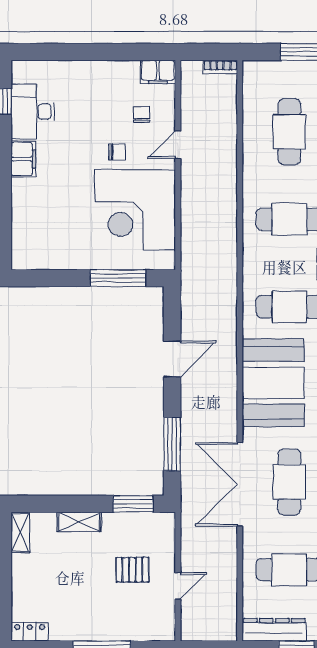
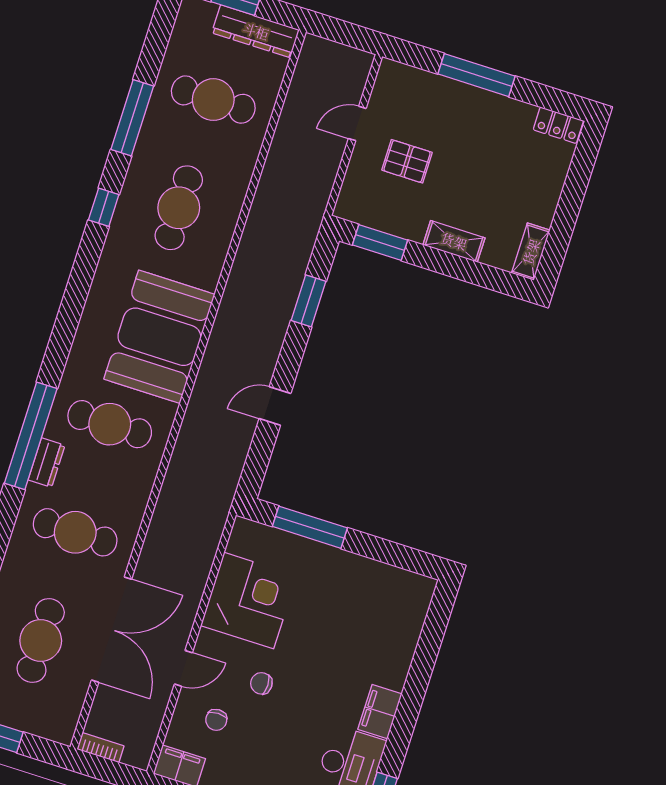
corner desk: (135, 210) -> (249, 601), width x0.74, depth x0.74
door: (172, 359) -> (275, 406), width x0.73
window: (172, 444) -> (309, 301), width x0.69
double door: (240, 484) -> (111, 630), moved

